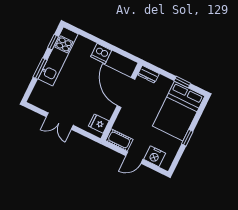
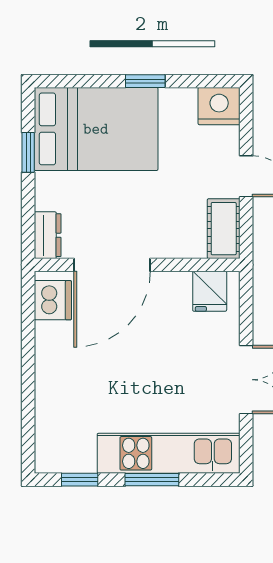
dishwasher: (101, 54) -> (53, 300), moved
kitchen unit: (58, 56) -> (169, 453), moved
nightstand: (155, 156) -> (219, 106), moved, turned -90

